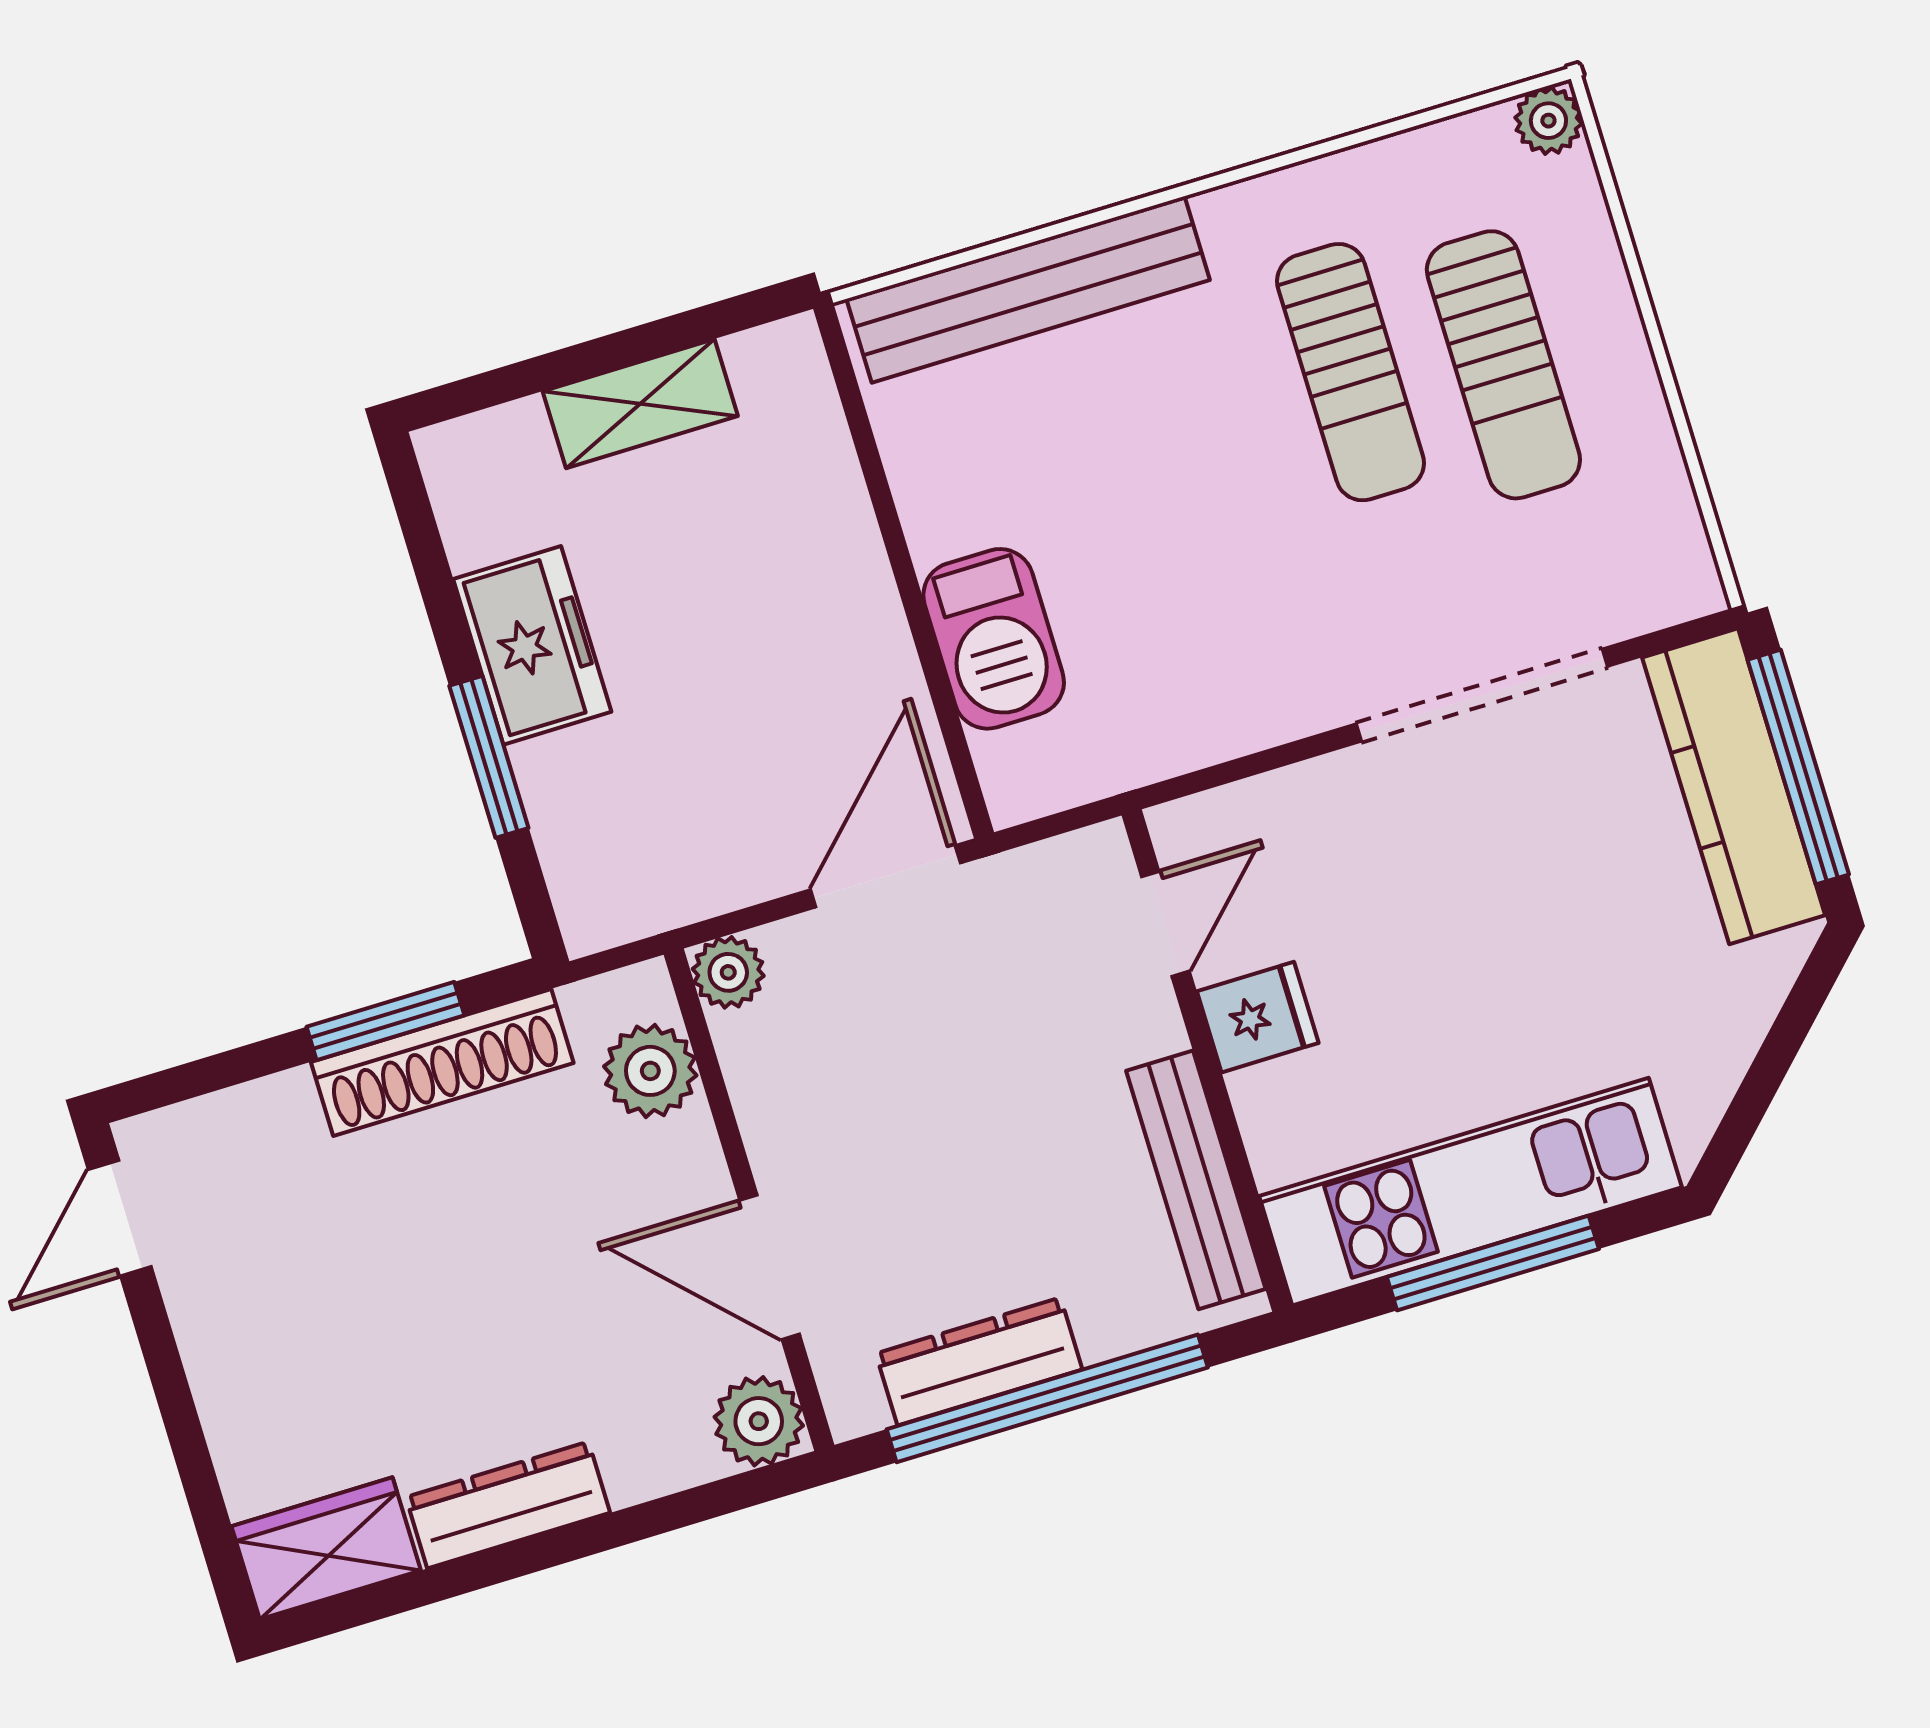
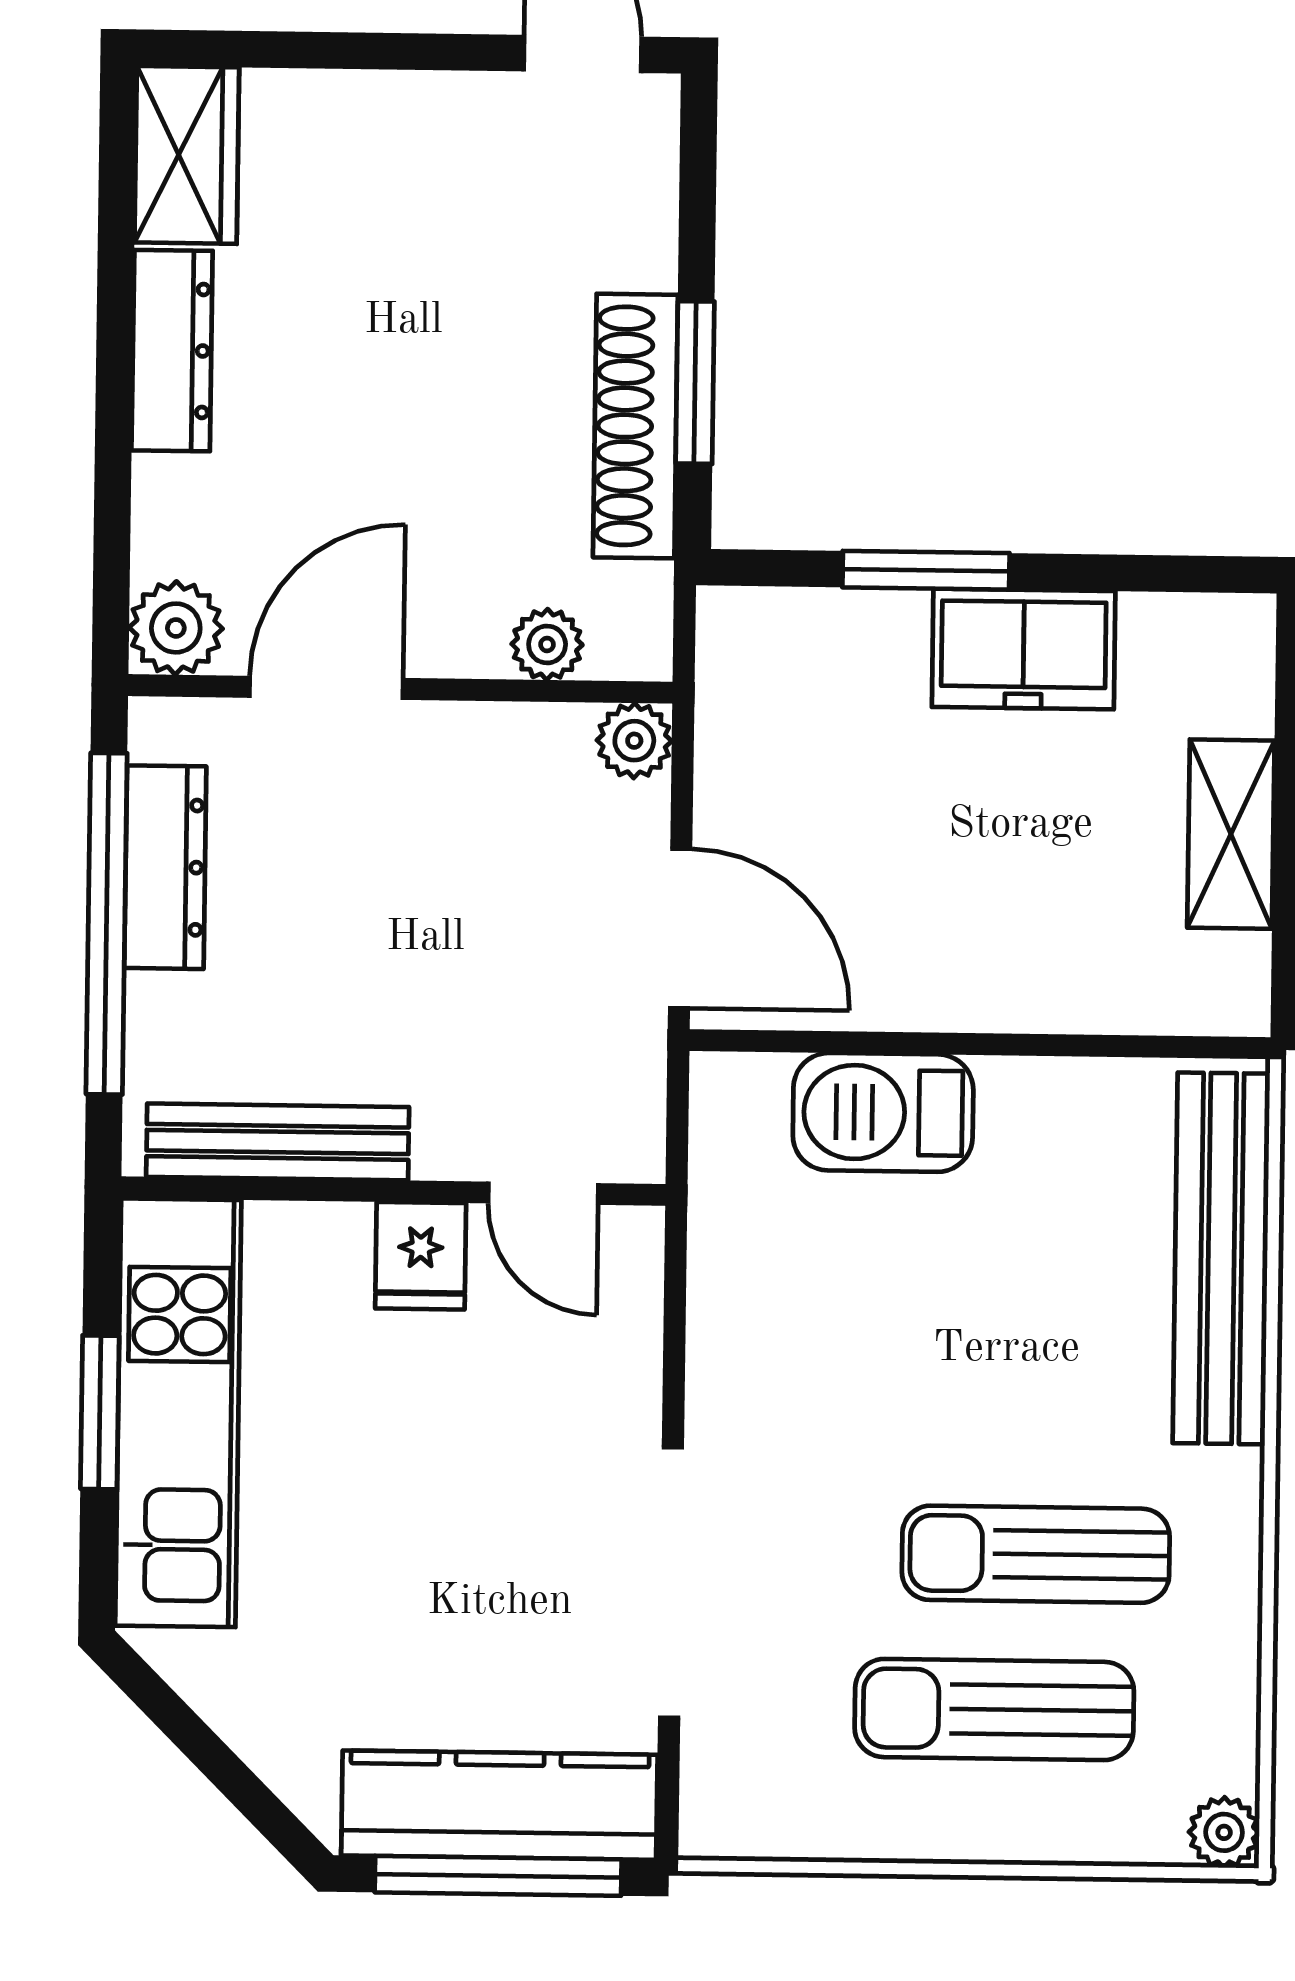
plant: (650, 1071) -> (547, 644), width x0.73, depth x0.73
window: (1493, 1263) -> (100, 1412), width x0.69

